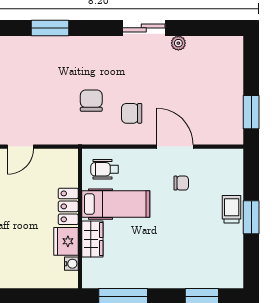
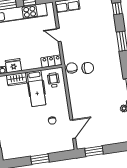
chair: (132, 113) -> (72, 68), moved
door: (175, 147) -> (73, 129), moved
locker: (68, 206) -> (51, 61), moved
trolley: (232, 209) -> (43, 148), removed

